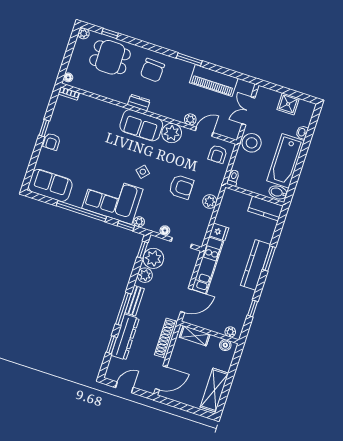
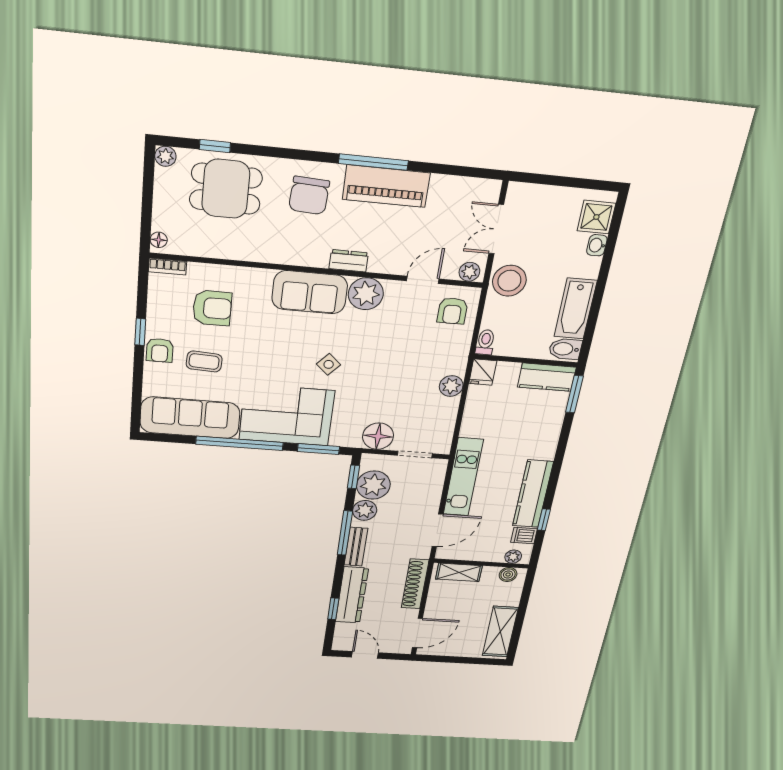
window: (189, 59) -> (373, 162), width x1.44
piano: (214, 80) -> (386, 186), moved
dresser: (139, 103) -> (349, 261), moved
shower: (288, 104) -> (596, 217), moved
plant: (190, 119) -> (469, 272), moved
coffee table: (74, 154) -> (204, 362), added
bathtub: (286, 161) -> (575, 309), width x0.73, depth x0.73
sofa: (50, 185) -> (190, 418), width x1.36
armchair: (181, 187) -> (212, 308), moved
plant: (139, 222) -> (339, 439), removed
window: (126, 226) -> (318, 449), width x1.50
floor lamp: (165, 231) -> (378, 436), width x1.89, depth x1.89
fridge: (219, 232) -> (483, 372), moved, turned 90
window: (269, 258) -> (574, 394), moved
kitchen counter: (255, 265) -> (533, 494), moved
window: (123, 309) -> (345, 533), moved
dishwasher: (239, 317) -> (524, 536), added
door: (124, 387) -> (365, 655), hinge flipped

